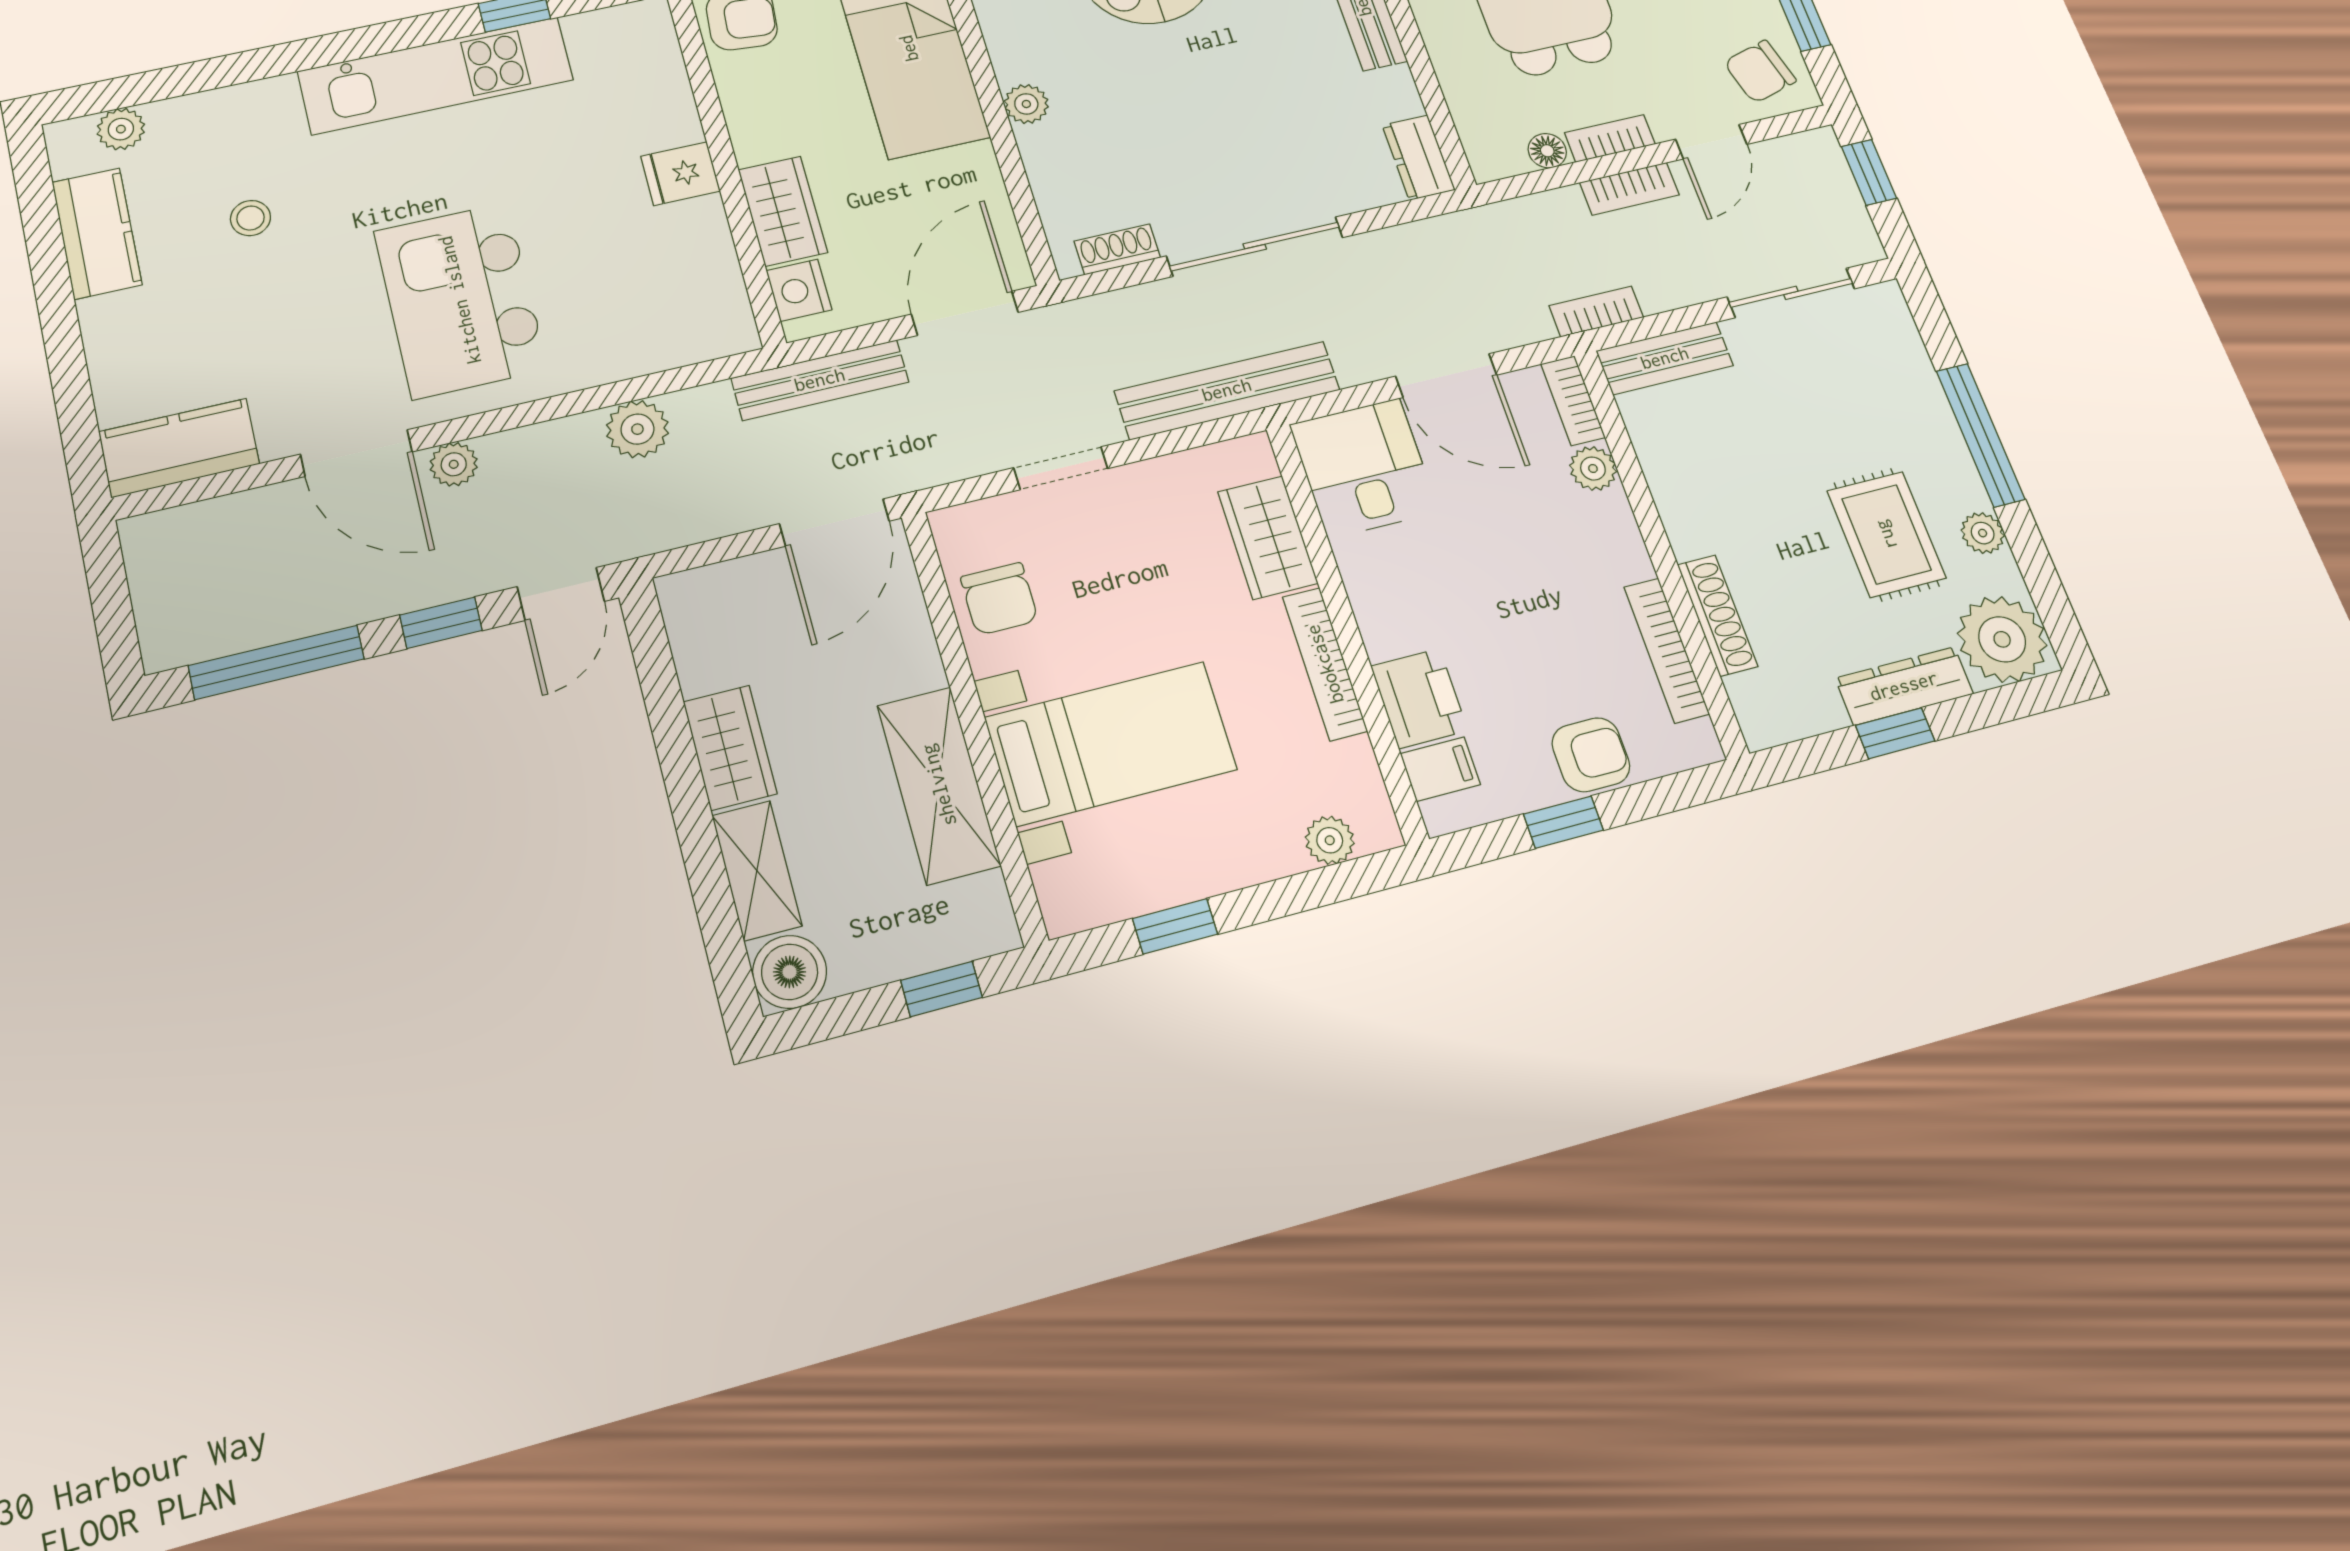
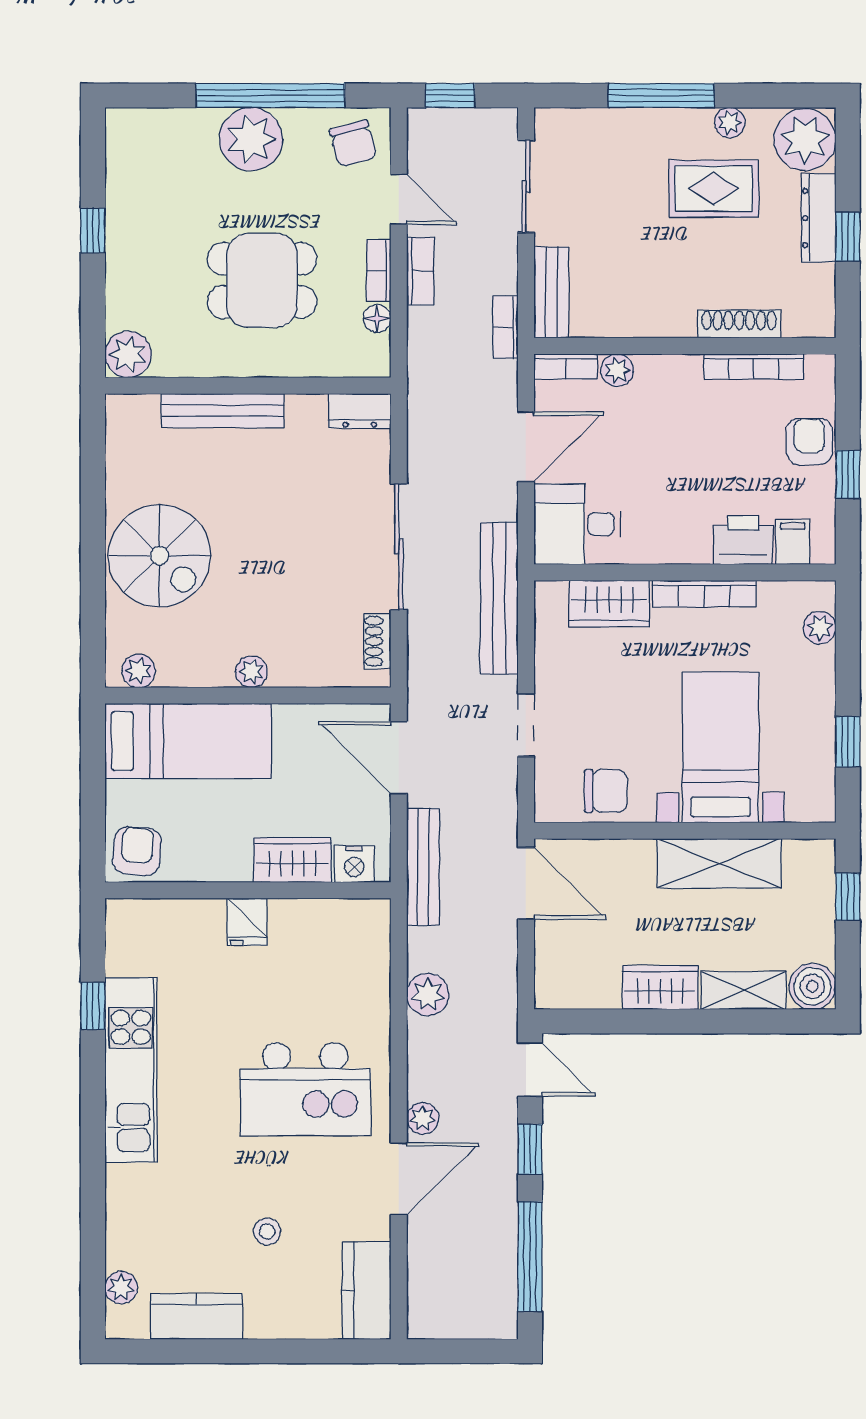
stool: (250, 218) -> (267, 1231), moved

